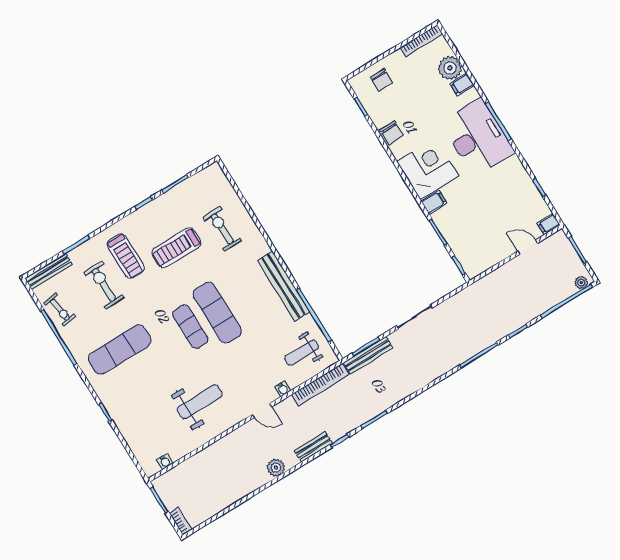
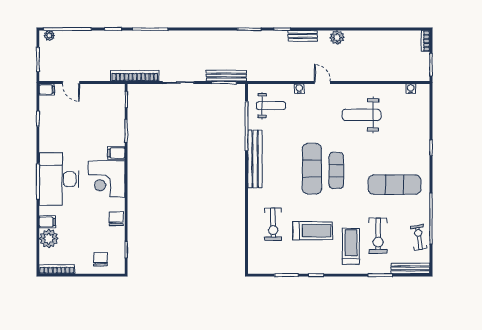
bookcase: (320, 385) -> (135, 76), moved

